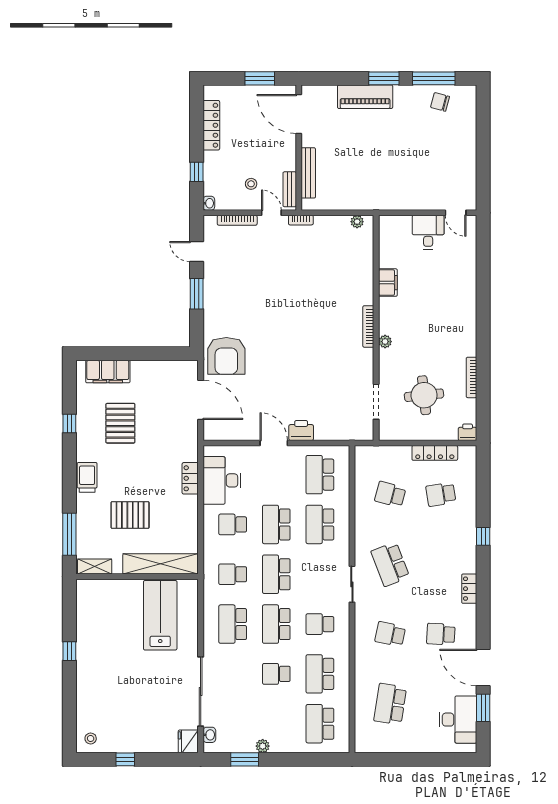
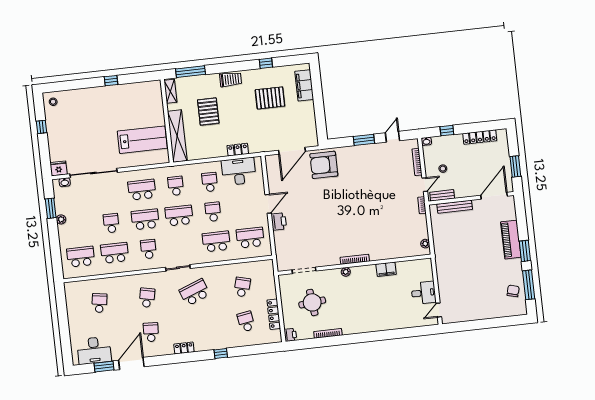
school desk: (276, 524) -> (213, 212), width x0.54
school desk: (390, 704) -> (99, 303), width x0.54

